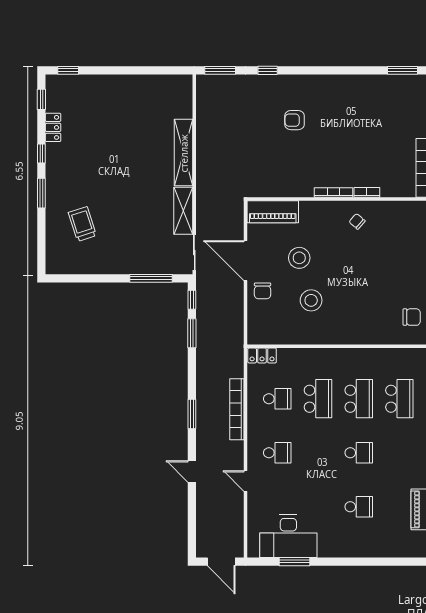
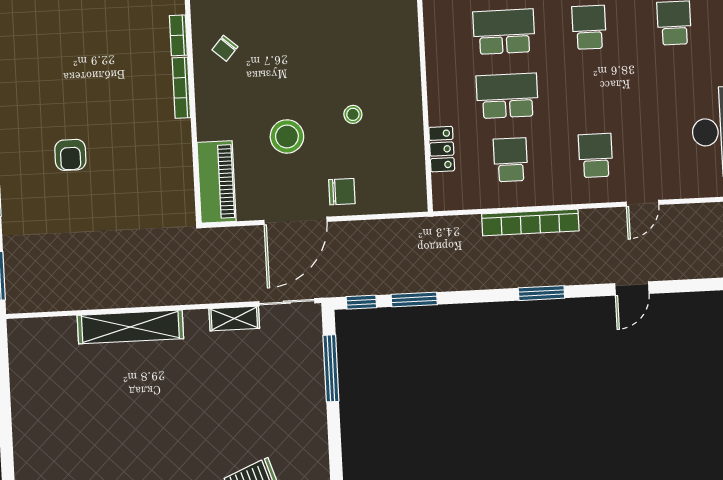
shelving: (183, 211) -> (234, 319), width x0.67, depth x0.75
stool: (311, 300) -> (353, 114), width x0.53, depth x0.53
locker: (262, 355) -> (442, 149), moved

